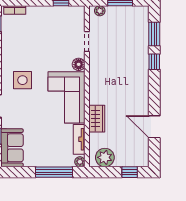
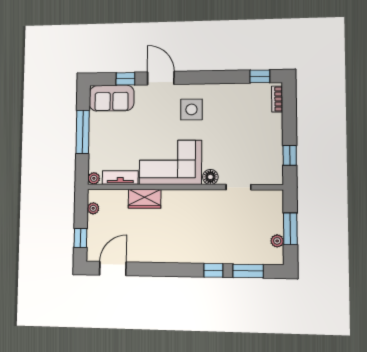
plant: (100, 11) -> (277, 241), moved
door: (154, 127) -> (113, 269), moved
plant: (105, 157) -> (93, 208), width x0.53, depth x0.53
window: (54, 172) -> (83, 132), moved

